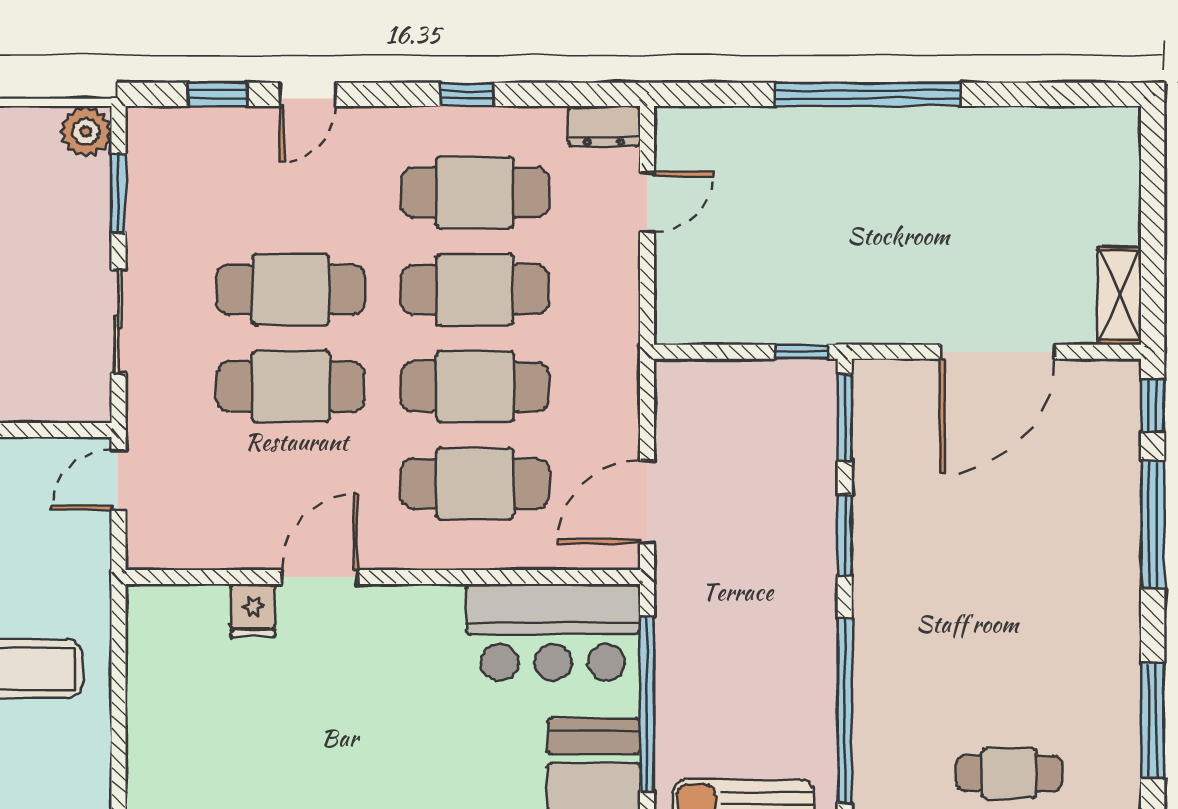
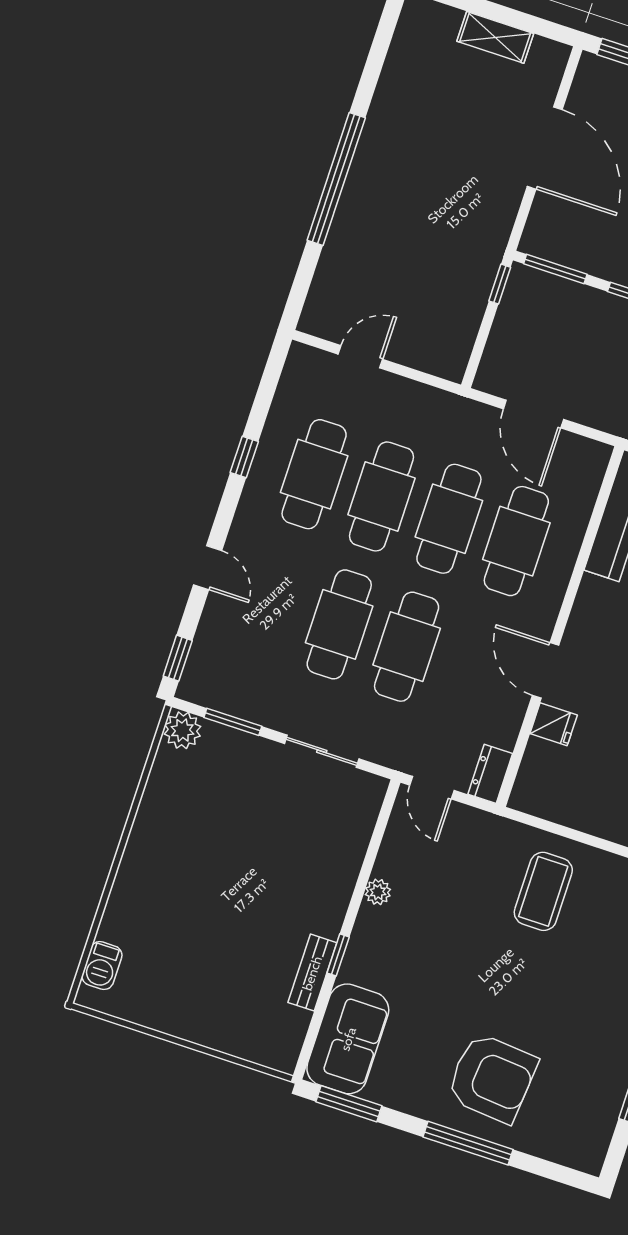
window: (217, 94) -> (178, 658), moved
dresser: (604, 126) -> (490, 774), moved, turned 180
door: (647, 202) -> (360, 357), hinge flipped
shelving: (1120, 295) -> (495, 37), moved
door: (647, 502) -> (533, 414), moved

